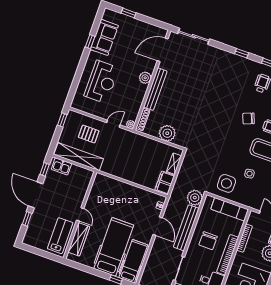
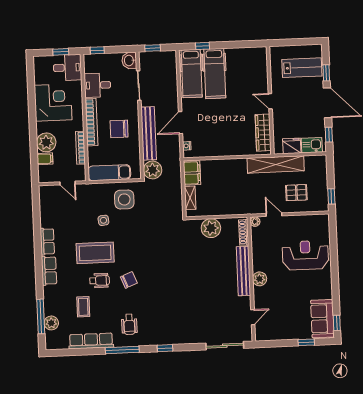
sofa: (104, 37) -> (322, 319), moved
window: (90, 42) -> (337, 323), moved
door: (163, 50) -> (253, 317), width x0.53
reception desk: (101, 82) -> (305, 255), turned 90
door: (113, 124) -> (274, 215), swing flipped
shelving: (79, 157) -> (276, 164), moved
fridge: (77, 172) -> (292, 146), added
door: (158, 226) -> (180, 123), hinge flipped
lab bench: (60, 236) -> (302, 68), moved, turned -90
wardrobe: (79, 239) -> (263, 133), moved
chair: (208, 241) -> (119, 129), turned -90
hospital bed: (114, 247) -> (215, 73), width x0.73, depth x0.78

